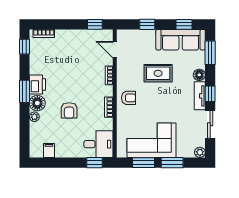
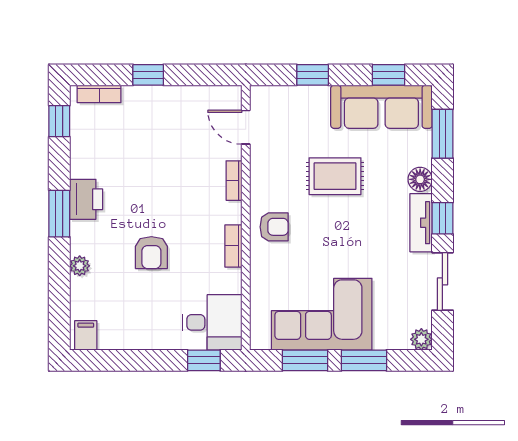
window: (95, 24) -> (148, 75), moved
floor lamp: (37, 103) -> (86, 238), removed
filing cabinet: (49, 150) -> (86, 335), moved

